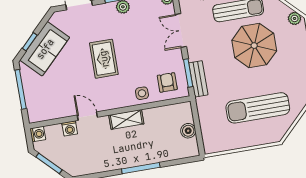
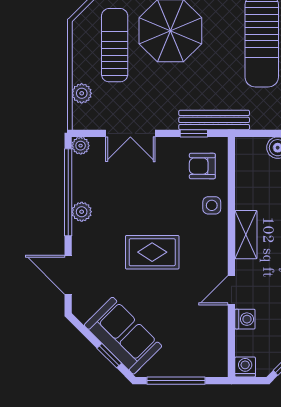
window: (188, 73) -> (194, 133), width x0.67
bench: (198, 79) -> (214, 120), width x1.36

